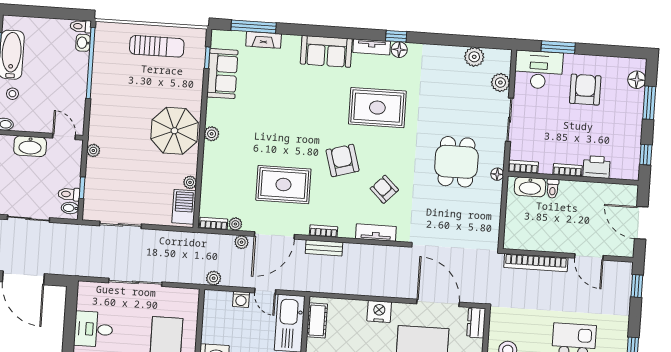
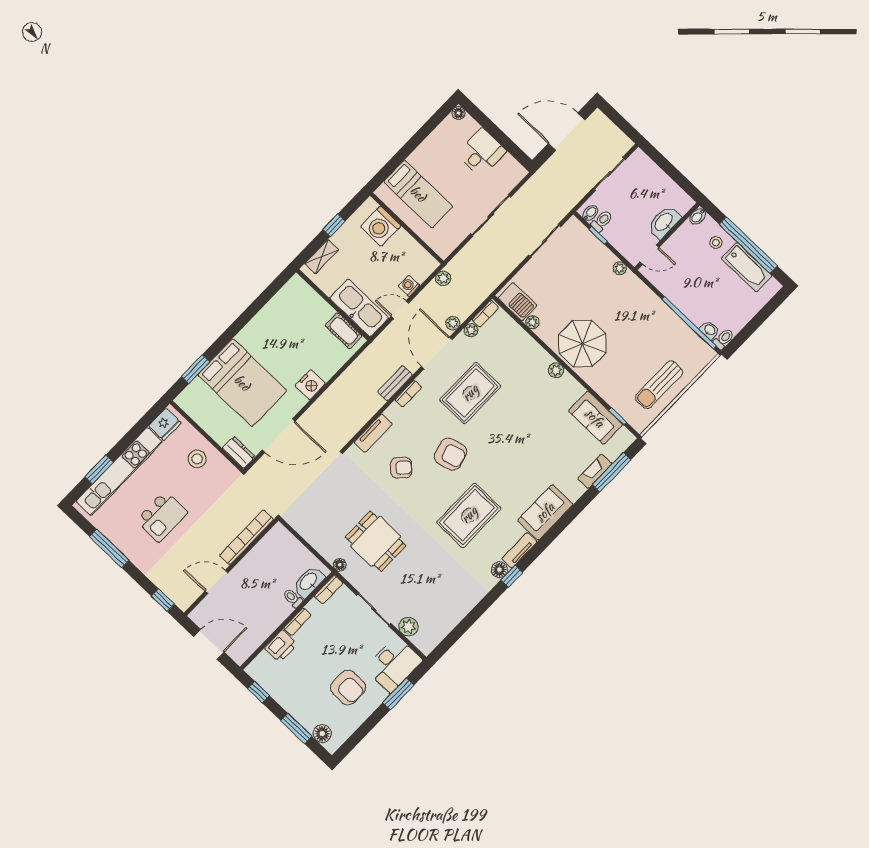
plant: (474, 57) -> (445, 623), removed

